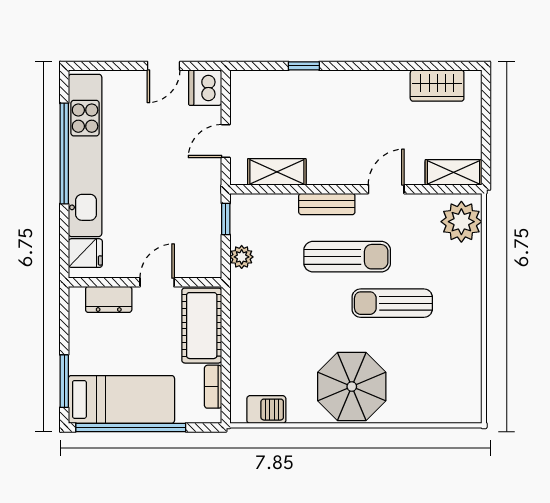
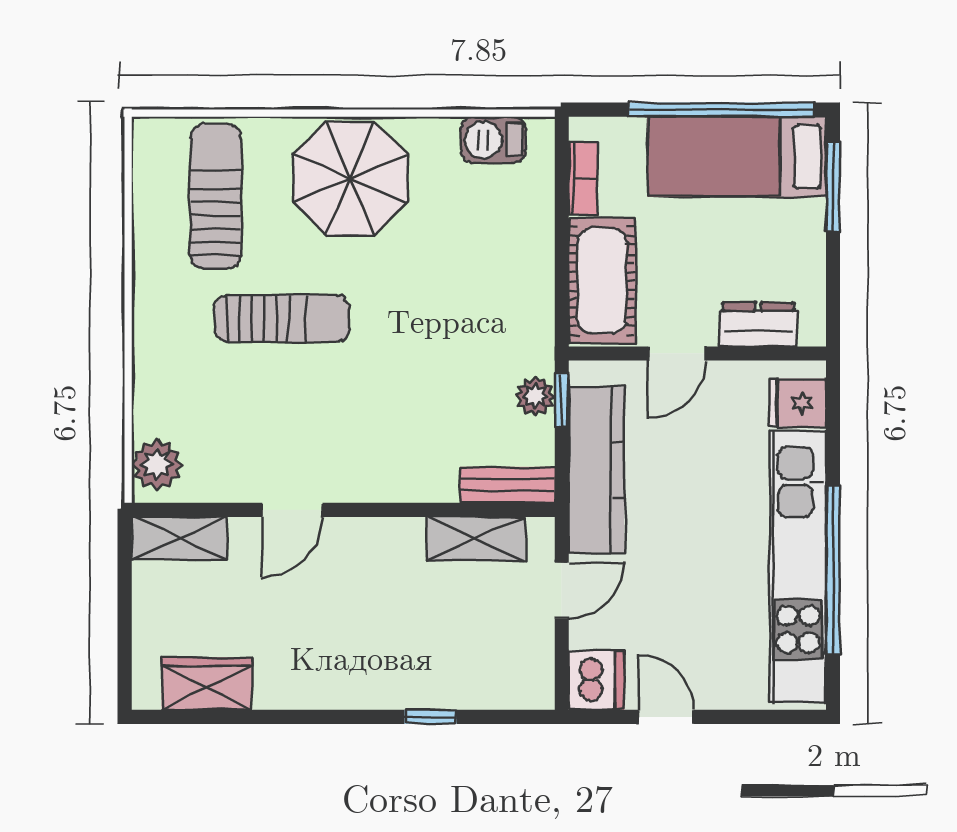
door: (164, 66) -> (666, 717), hinge flipped
bench: (327, 204) -> (508, 485), moved
kitchen counter: (205, 213) -> (596, 470), added
window: (226, 219) -> (562, 401), moved
plant: (461, 222) -> (157, 464), width x0.73, depth x0.73
sun lounger: (347, 257) -> (216, 196), moved, turned 90

